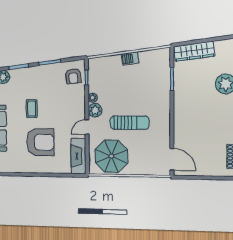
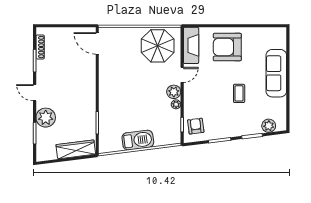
barbecue: (130, 58) -> (138, 140), width x1.88, depth x1.53
sun lounger: (130, 123) -> (139, 79), removed
armchair: (40, 142) -> (227, 47), moved

